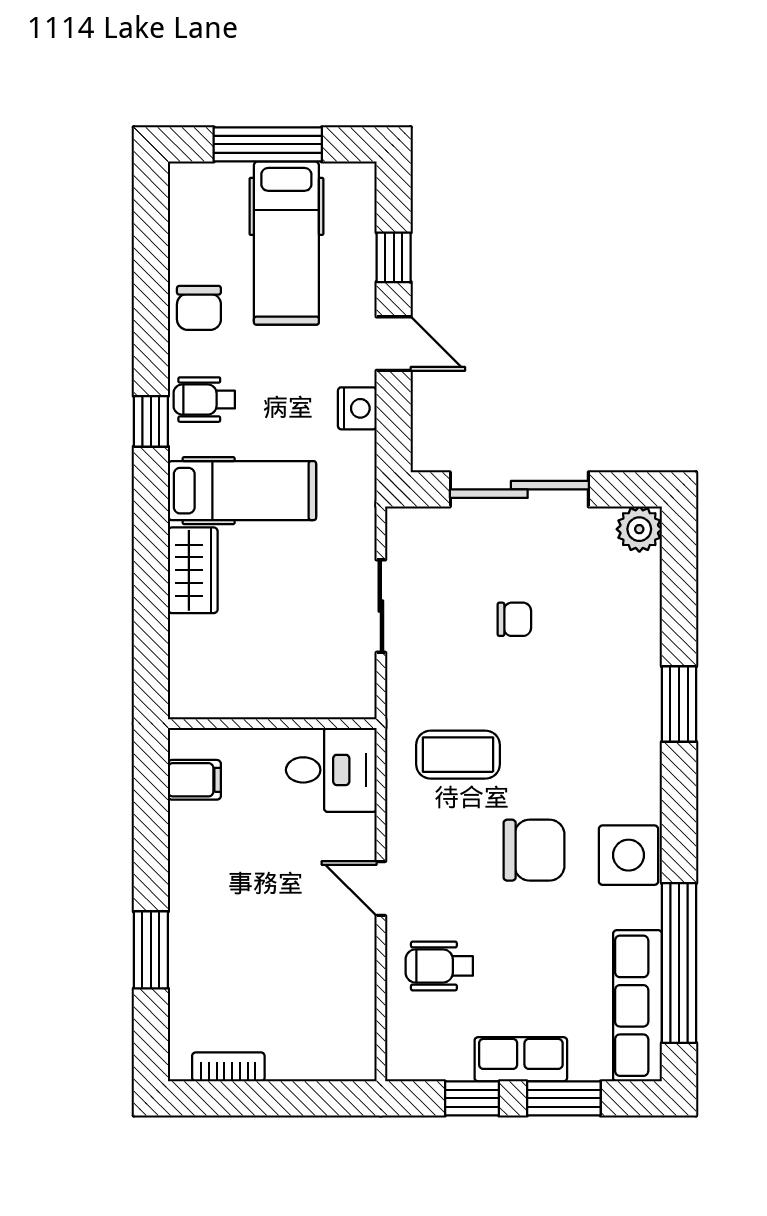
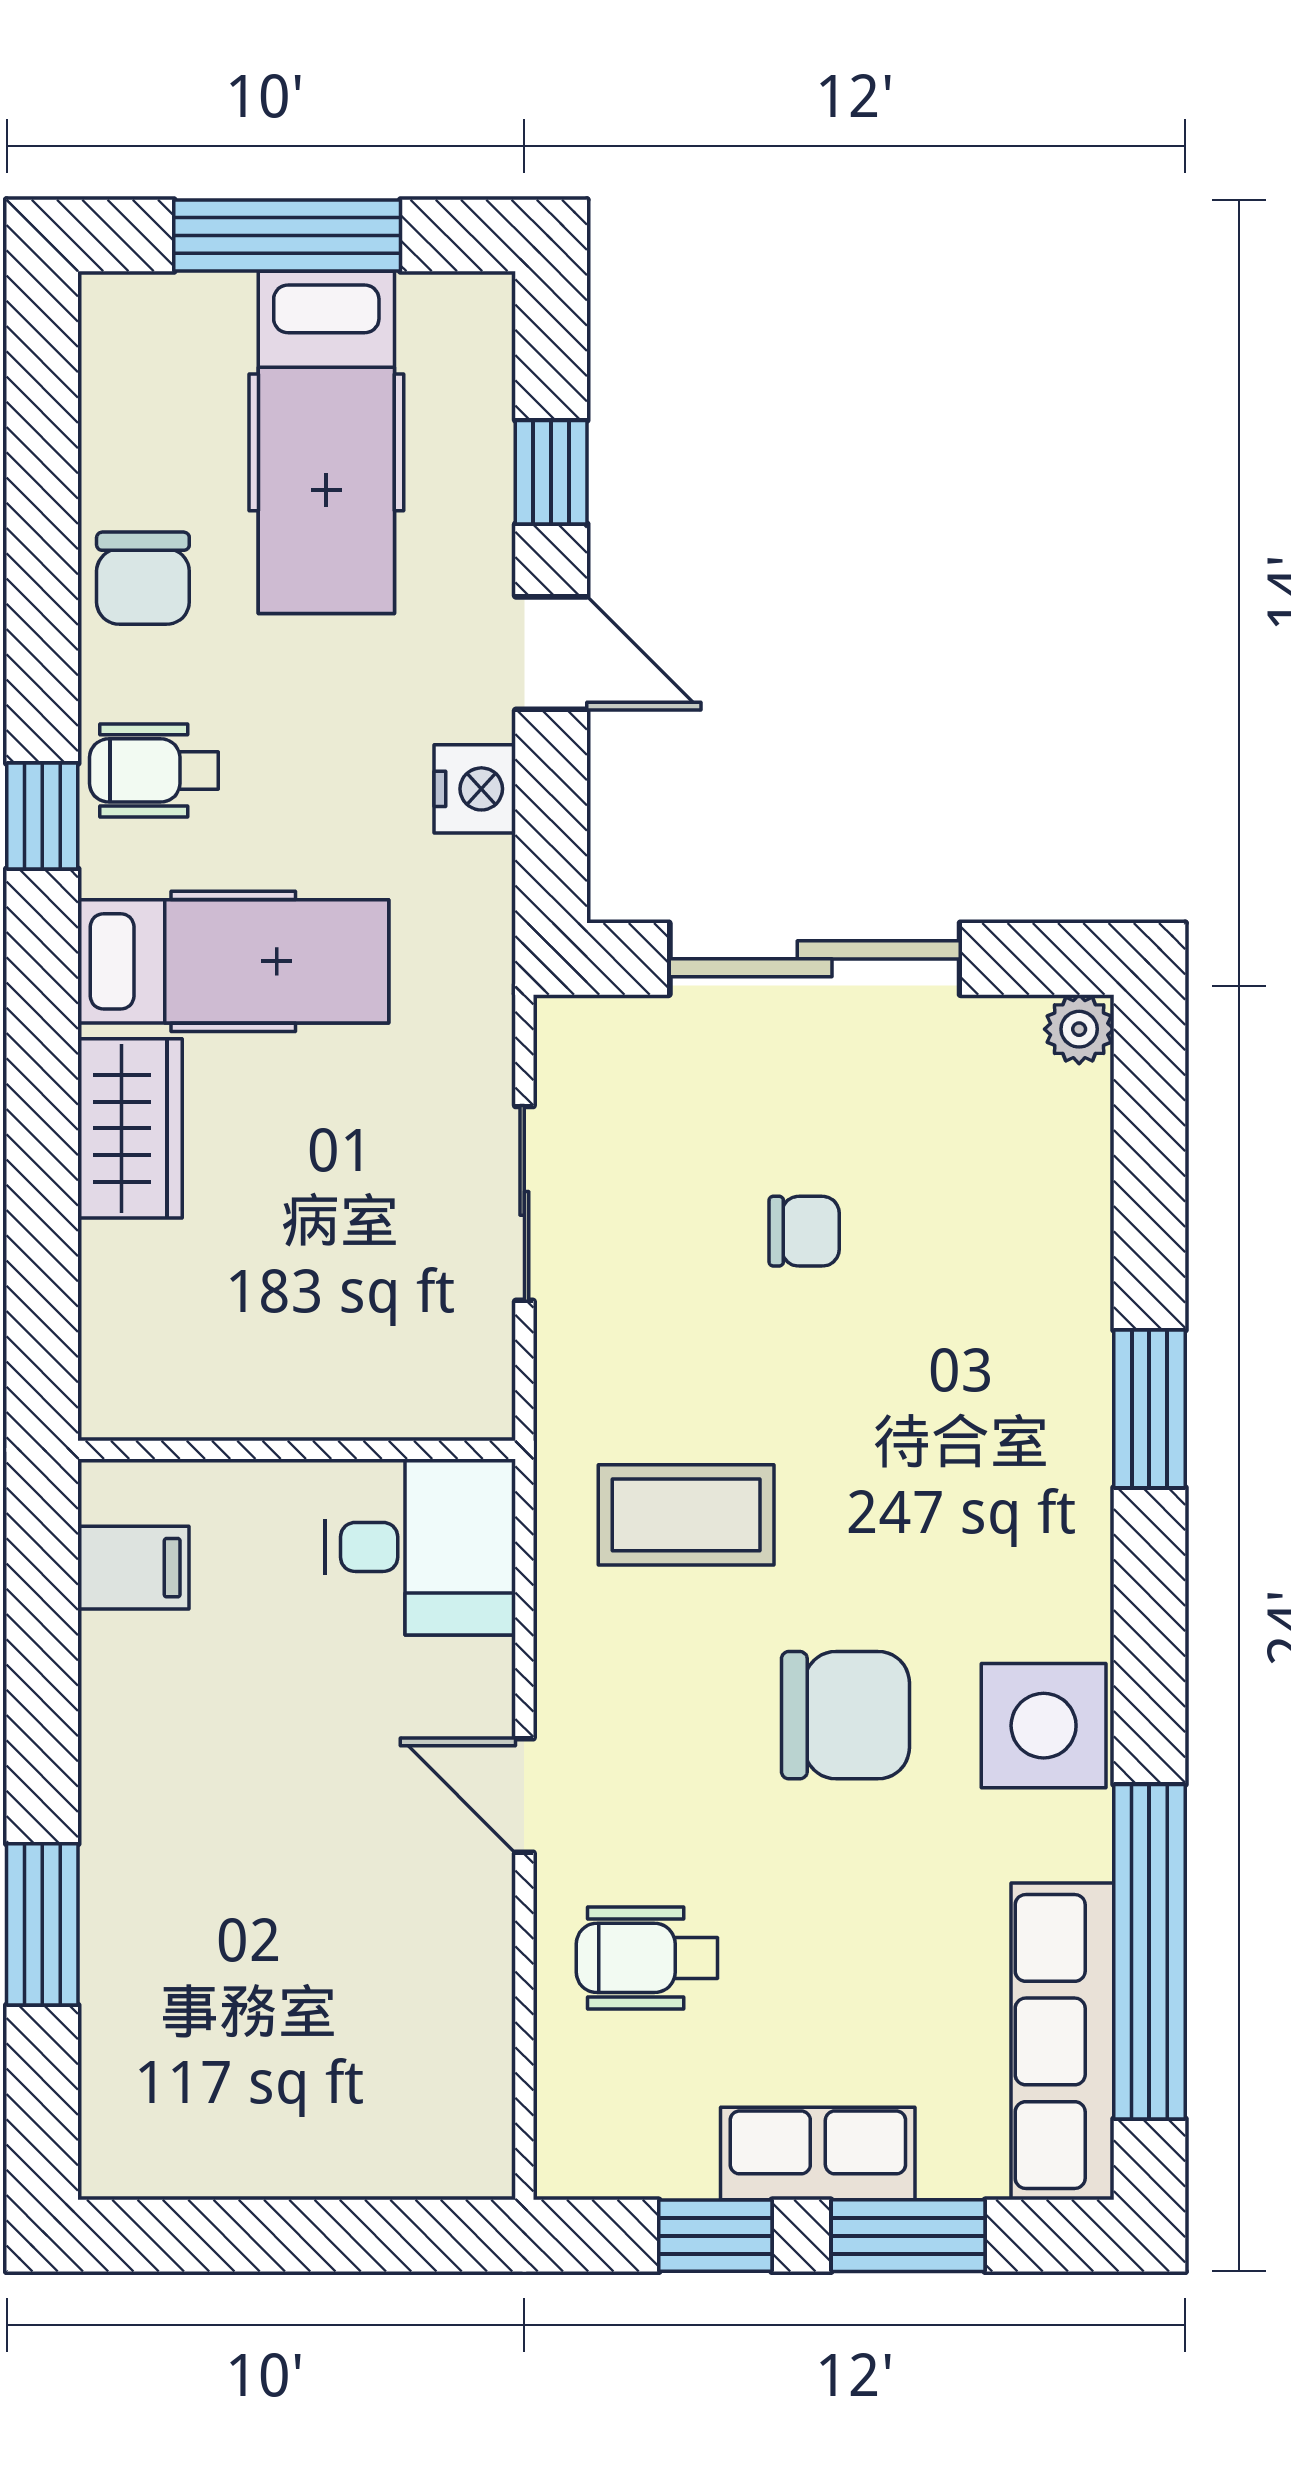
plant: (639, 529) -> (1079, 1029), width x0.73, depth x0.73
bookcase: (228, 1067) -> (205, 2170), removed

